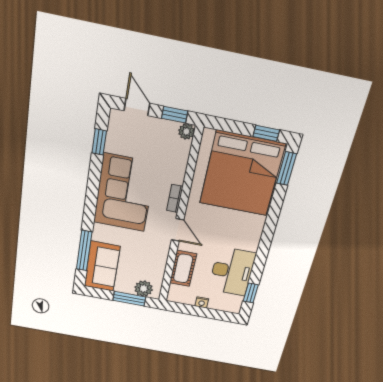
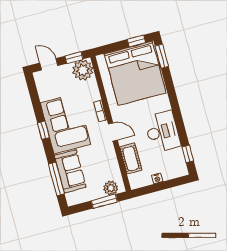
plant: (186, 131) -> (83, 70), width x1.87, depth x1.87
window: (99, 142) -> (43, 130), moved
sofa: (102, 266) -> (70, 171), moved
desk: (232, 271) -> (162, 132), moved

